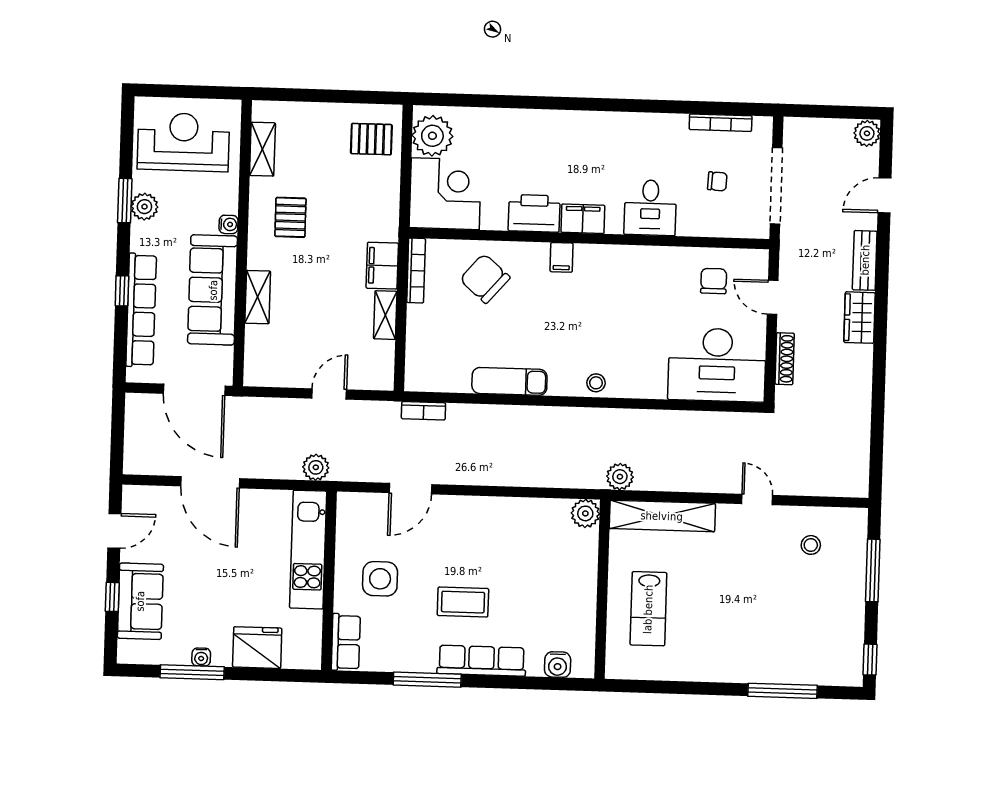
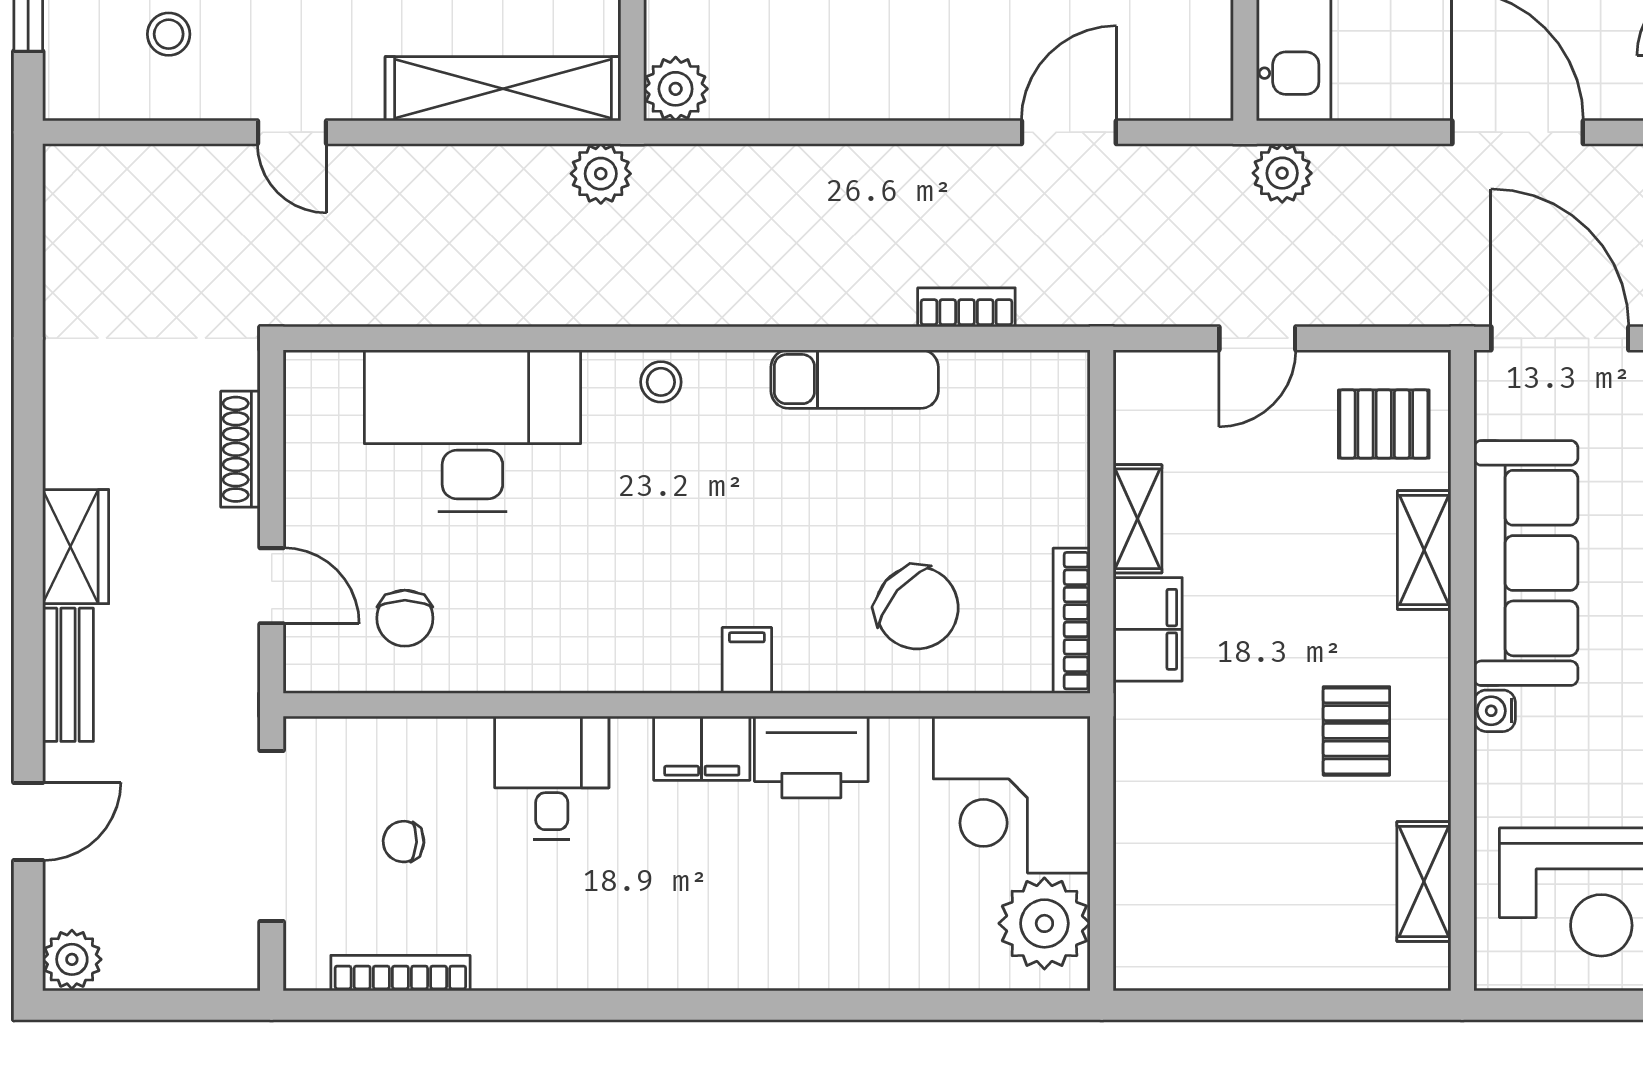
pallet: (371, 139) -> (1384, 424), moved
desk: (717, 365) -> (472, 431), moved
bookcase: (423, 411) -> (966, 307), moved

